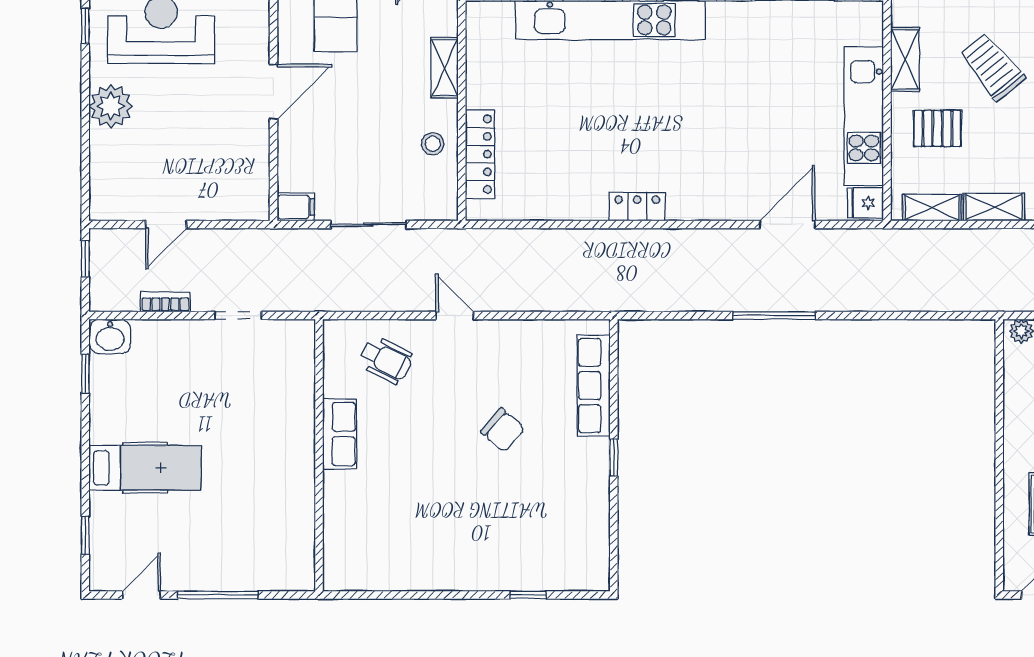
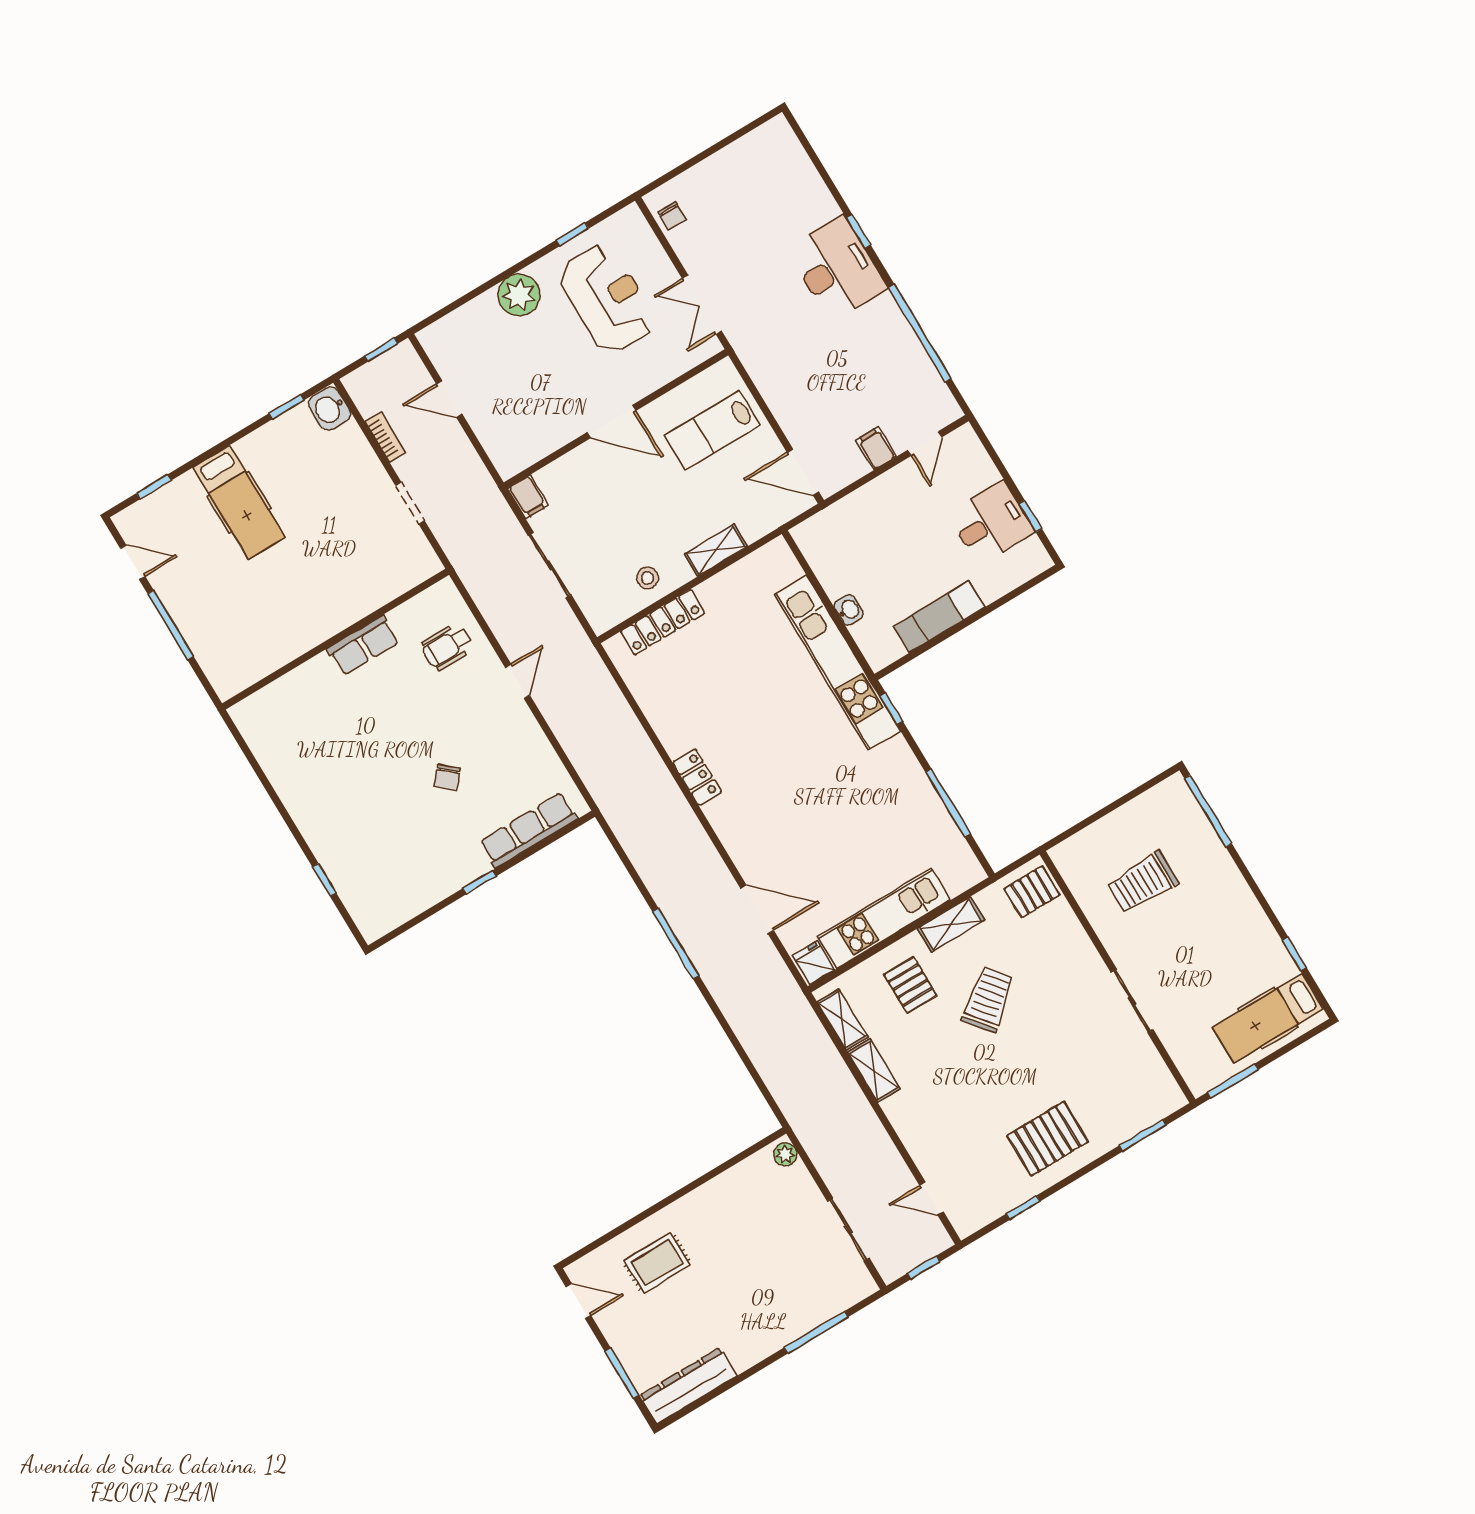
wheelchair: (386, 360) -> (447, 647), turned 63
chair: (503, 430) -> (447, 777), width x0.73, depth x0.73

